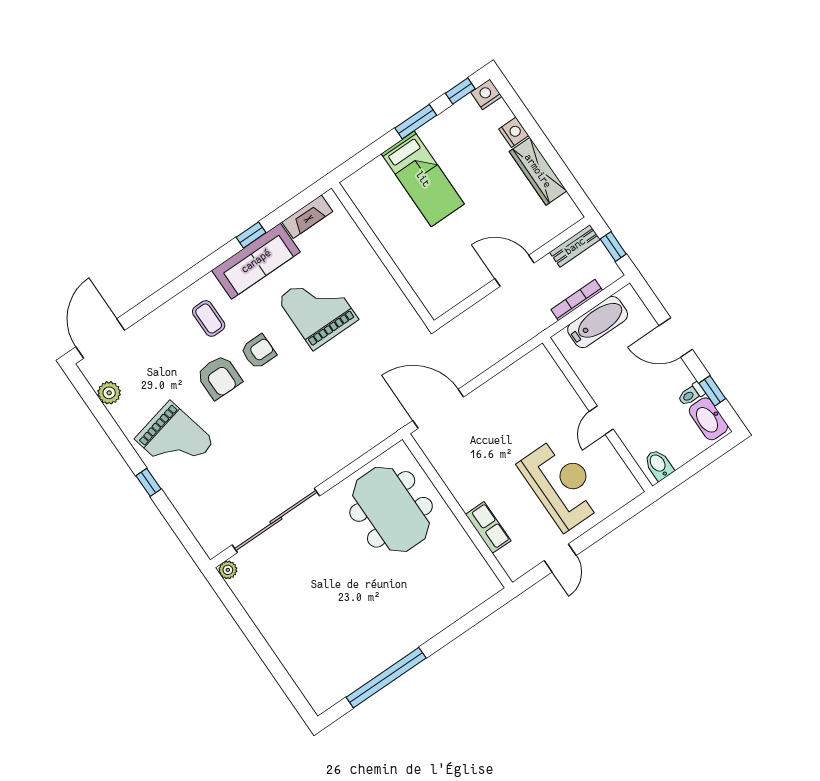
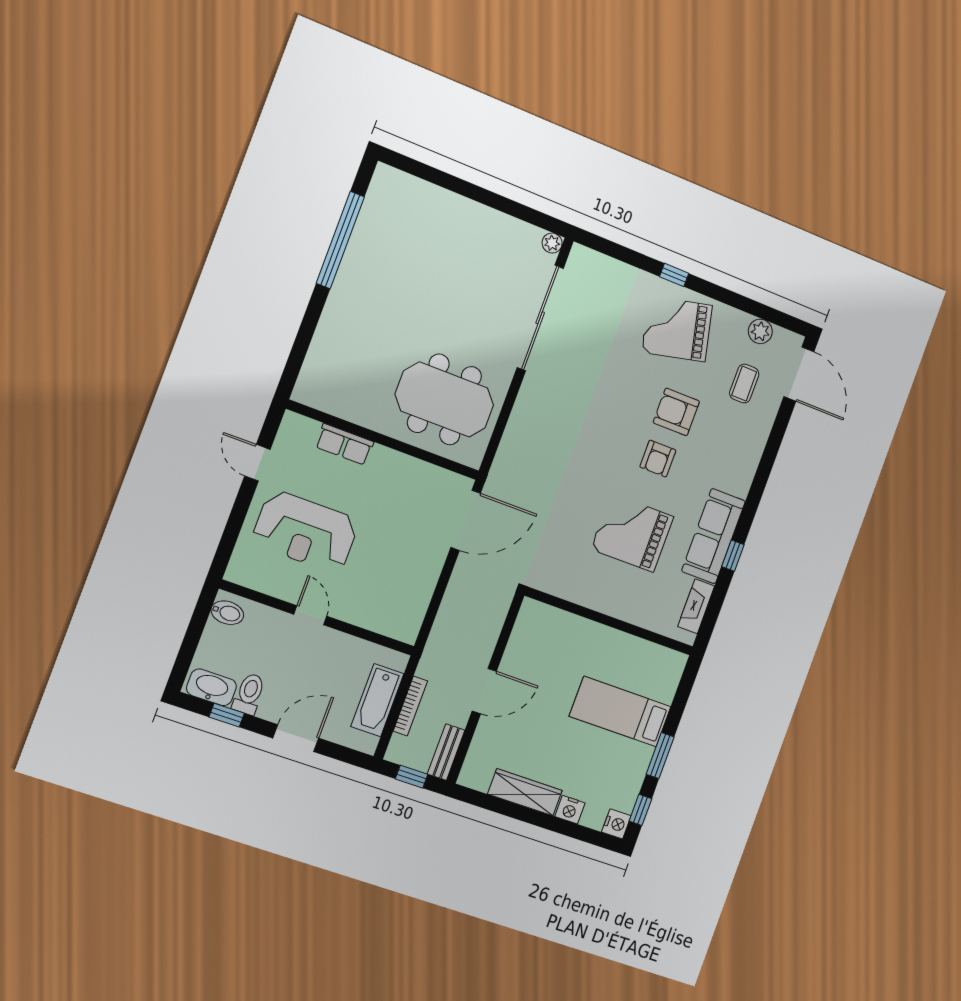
grand piano: (318, 309) -> (632, 533), turned 180
coffee table: (209, 318) -> (744, 384), moved, turned 90
toilet: (691, 394) -> (249, 694), width x1.37, depth x1.39

